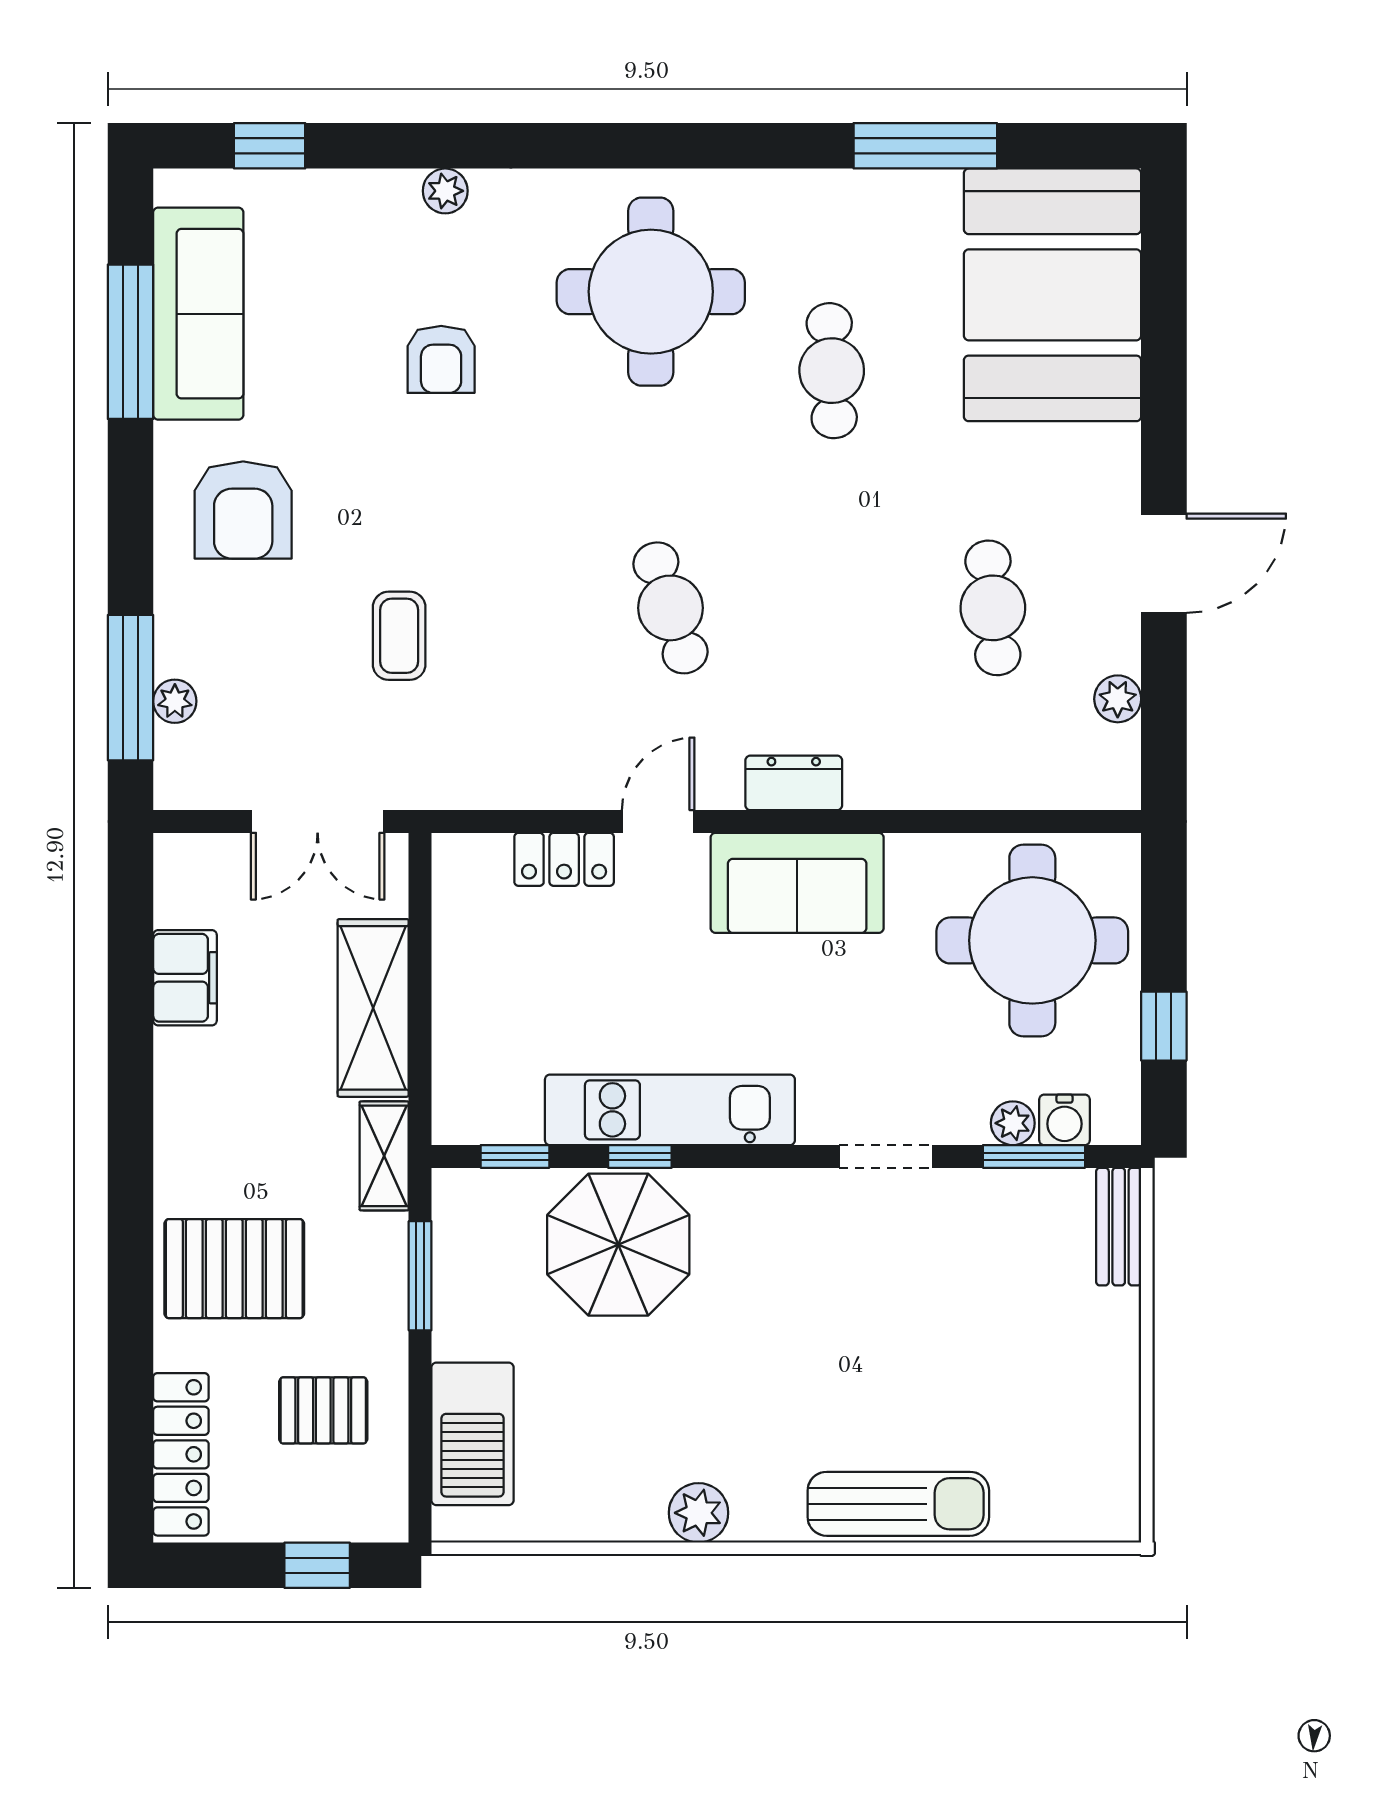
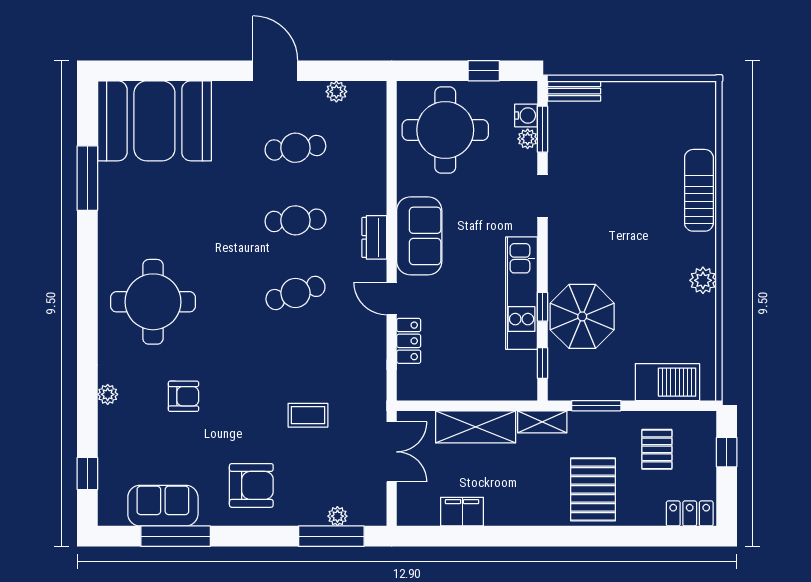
sofa: (198, 314) -> (163, 506), width x0.73
cafe table: (832, 371) -> (295, 220), moved
locker: (181, 1454) -> (690, 513), width x0.66

